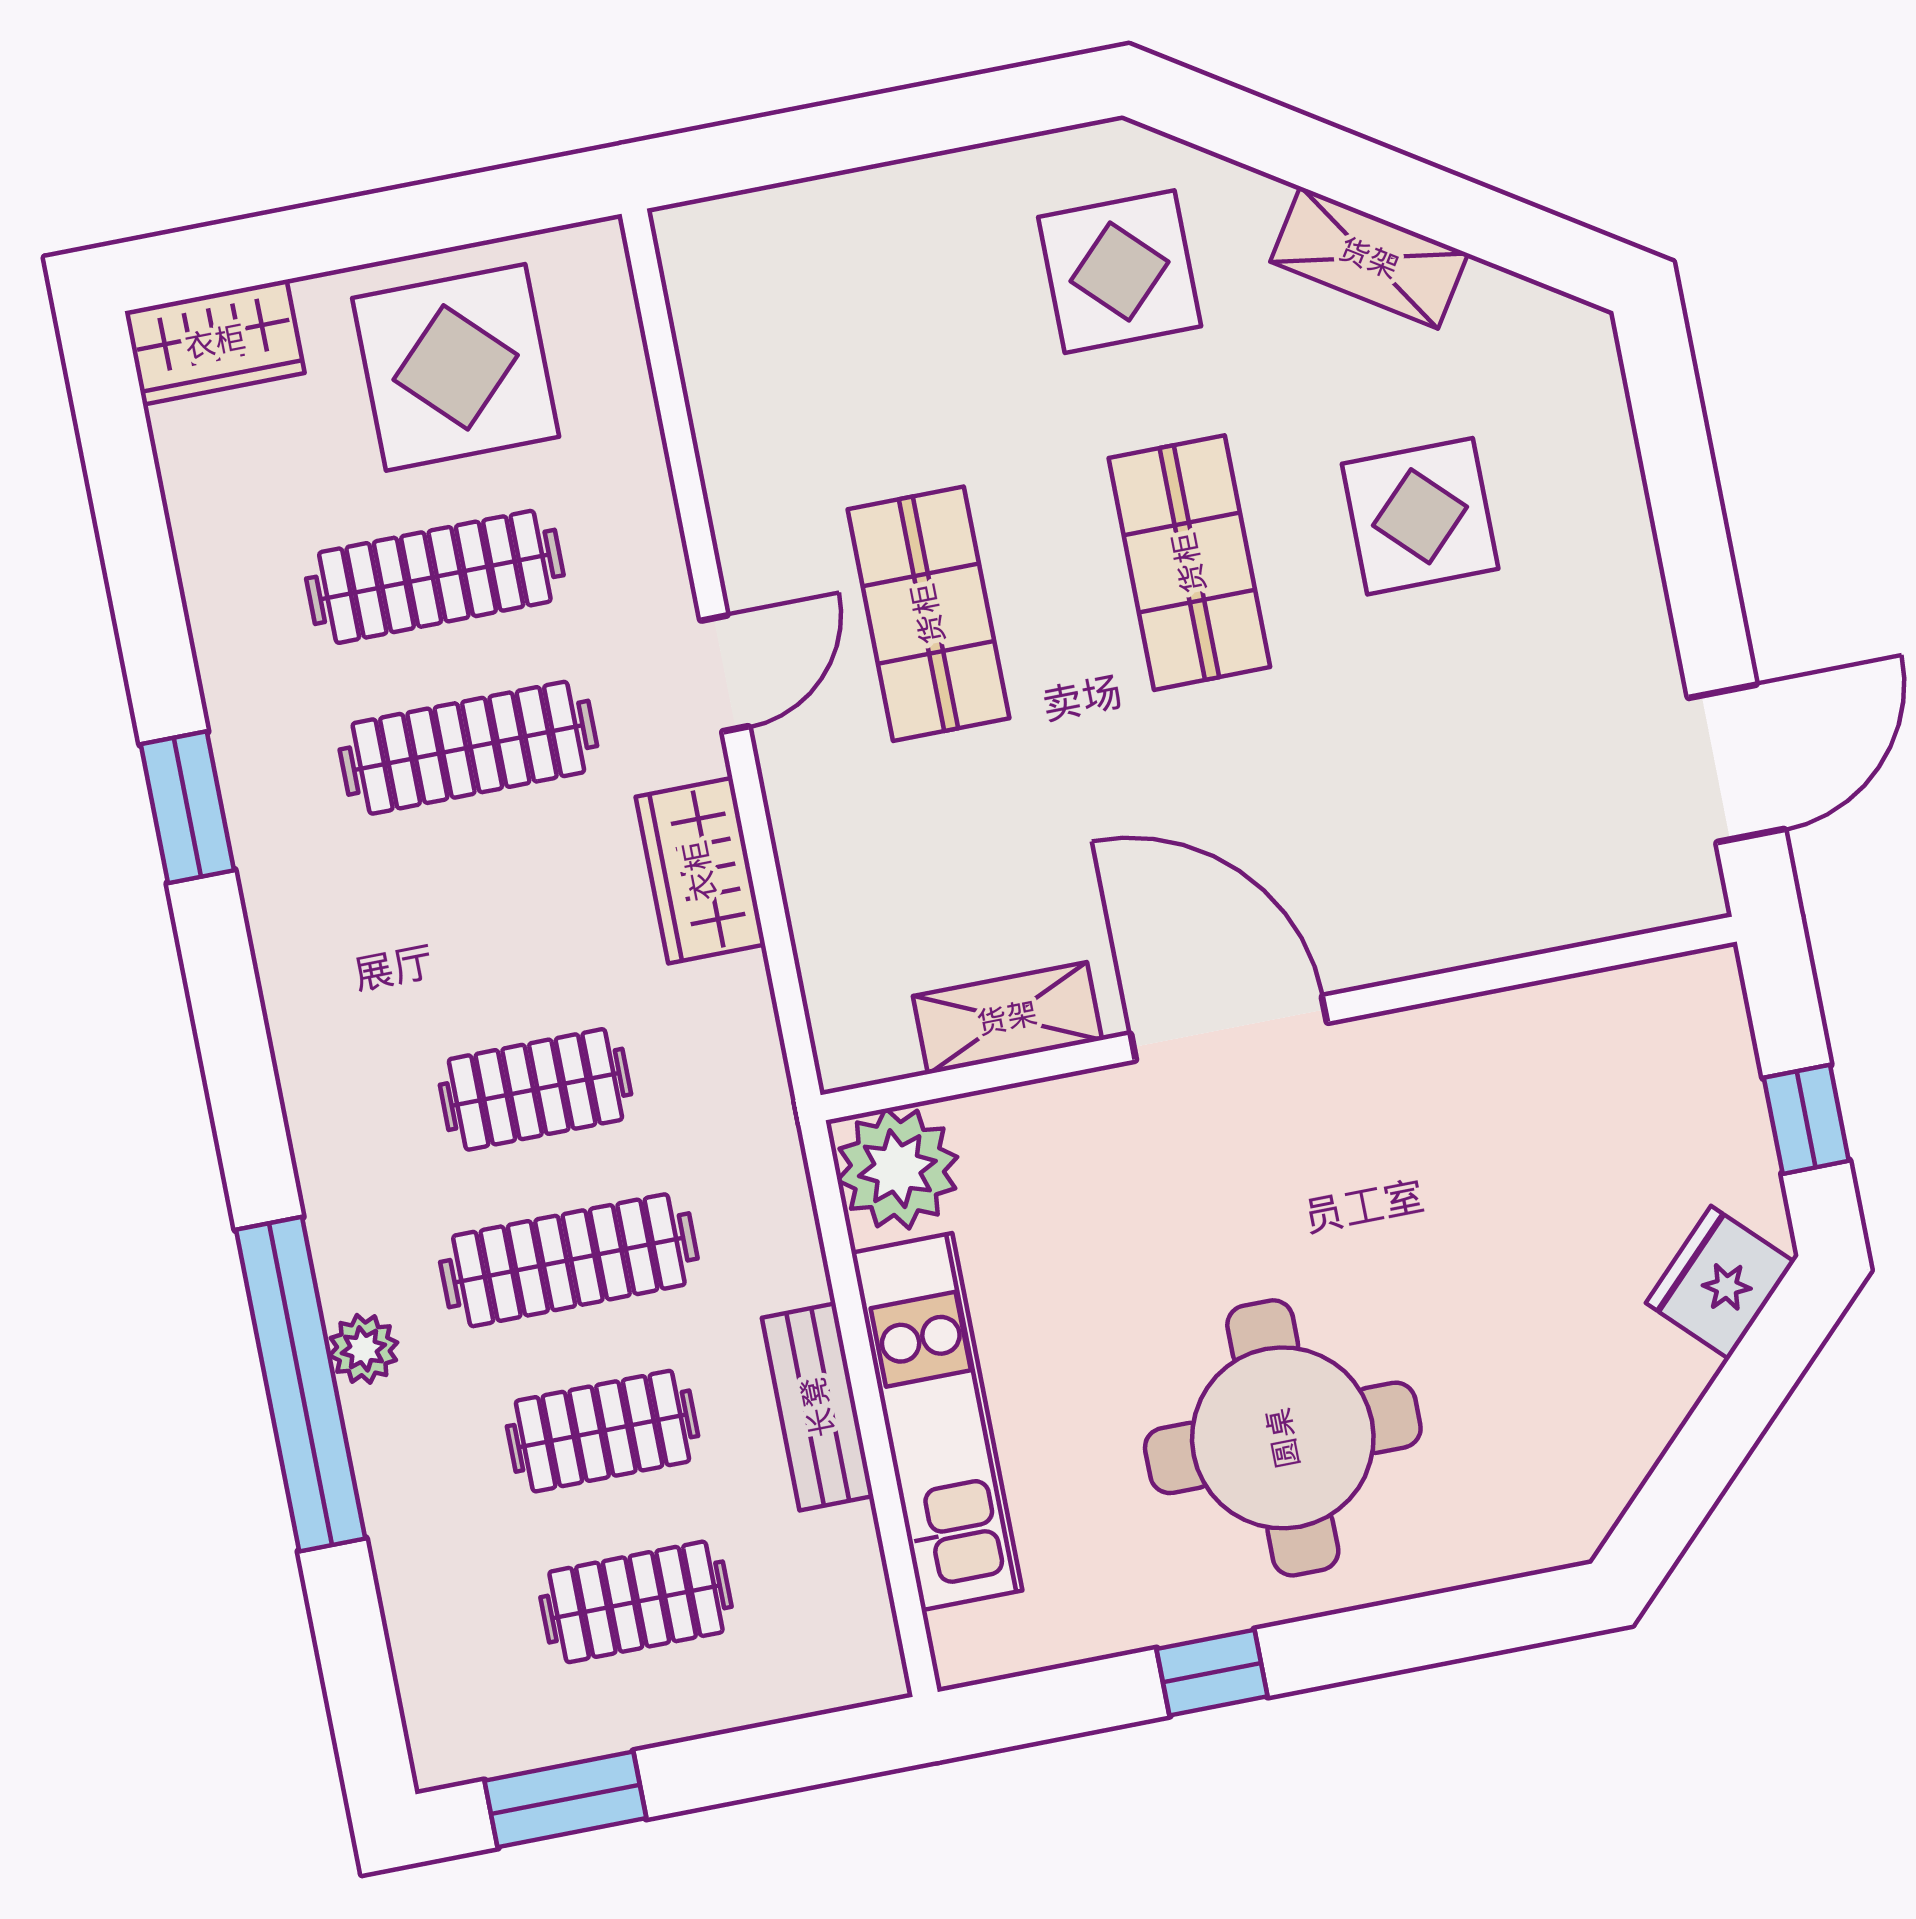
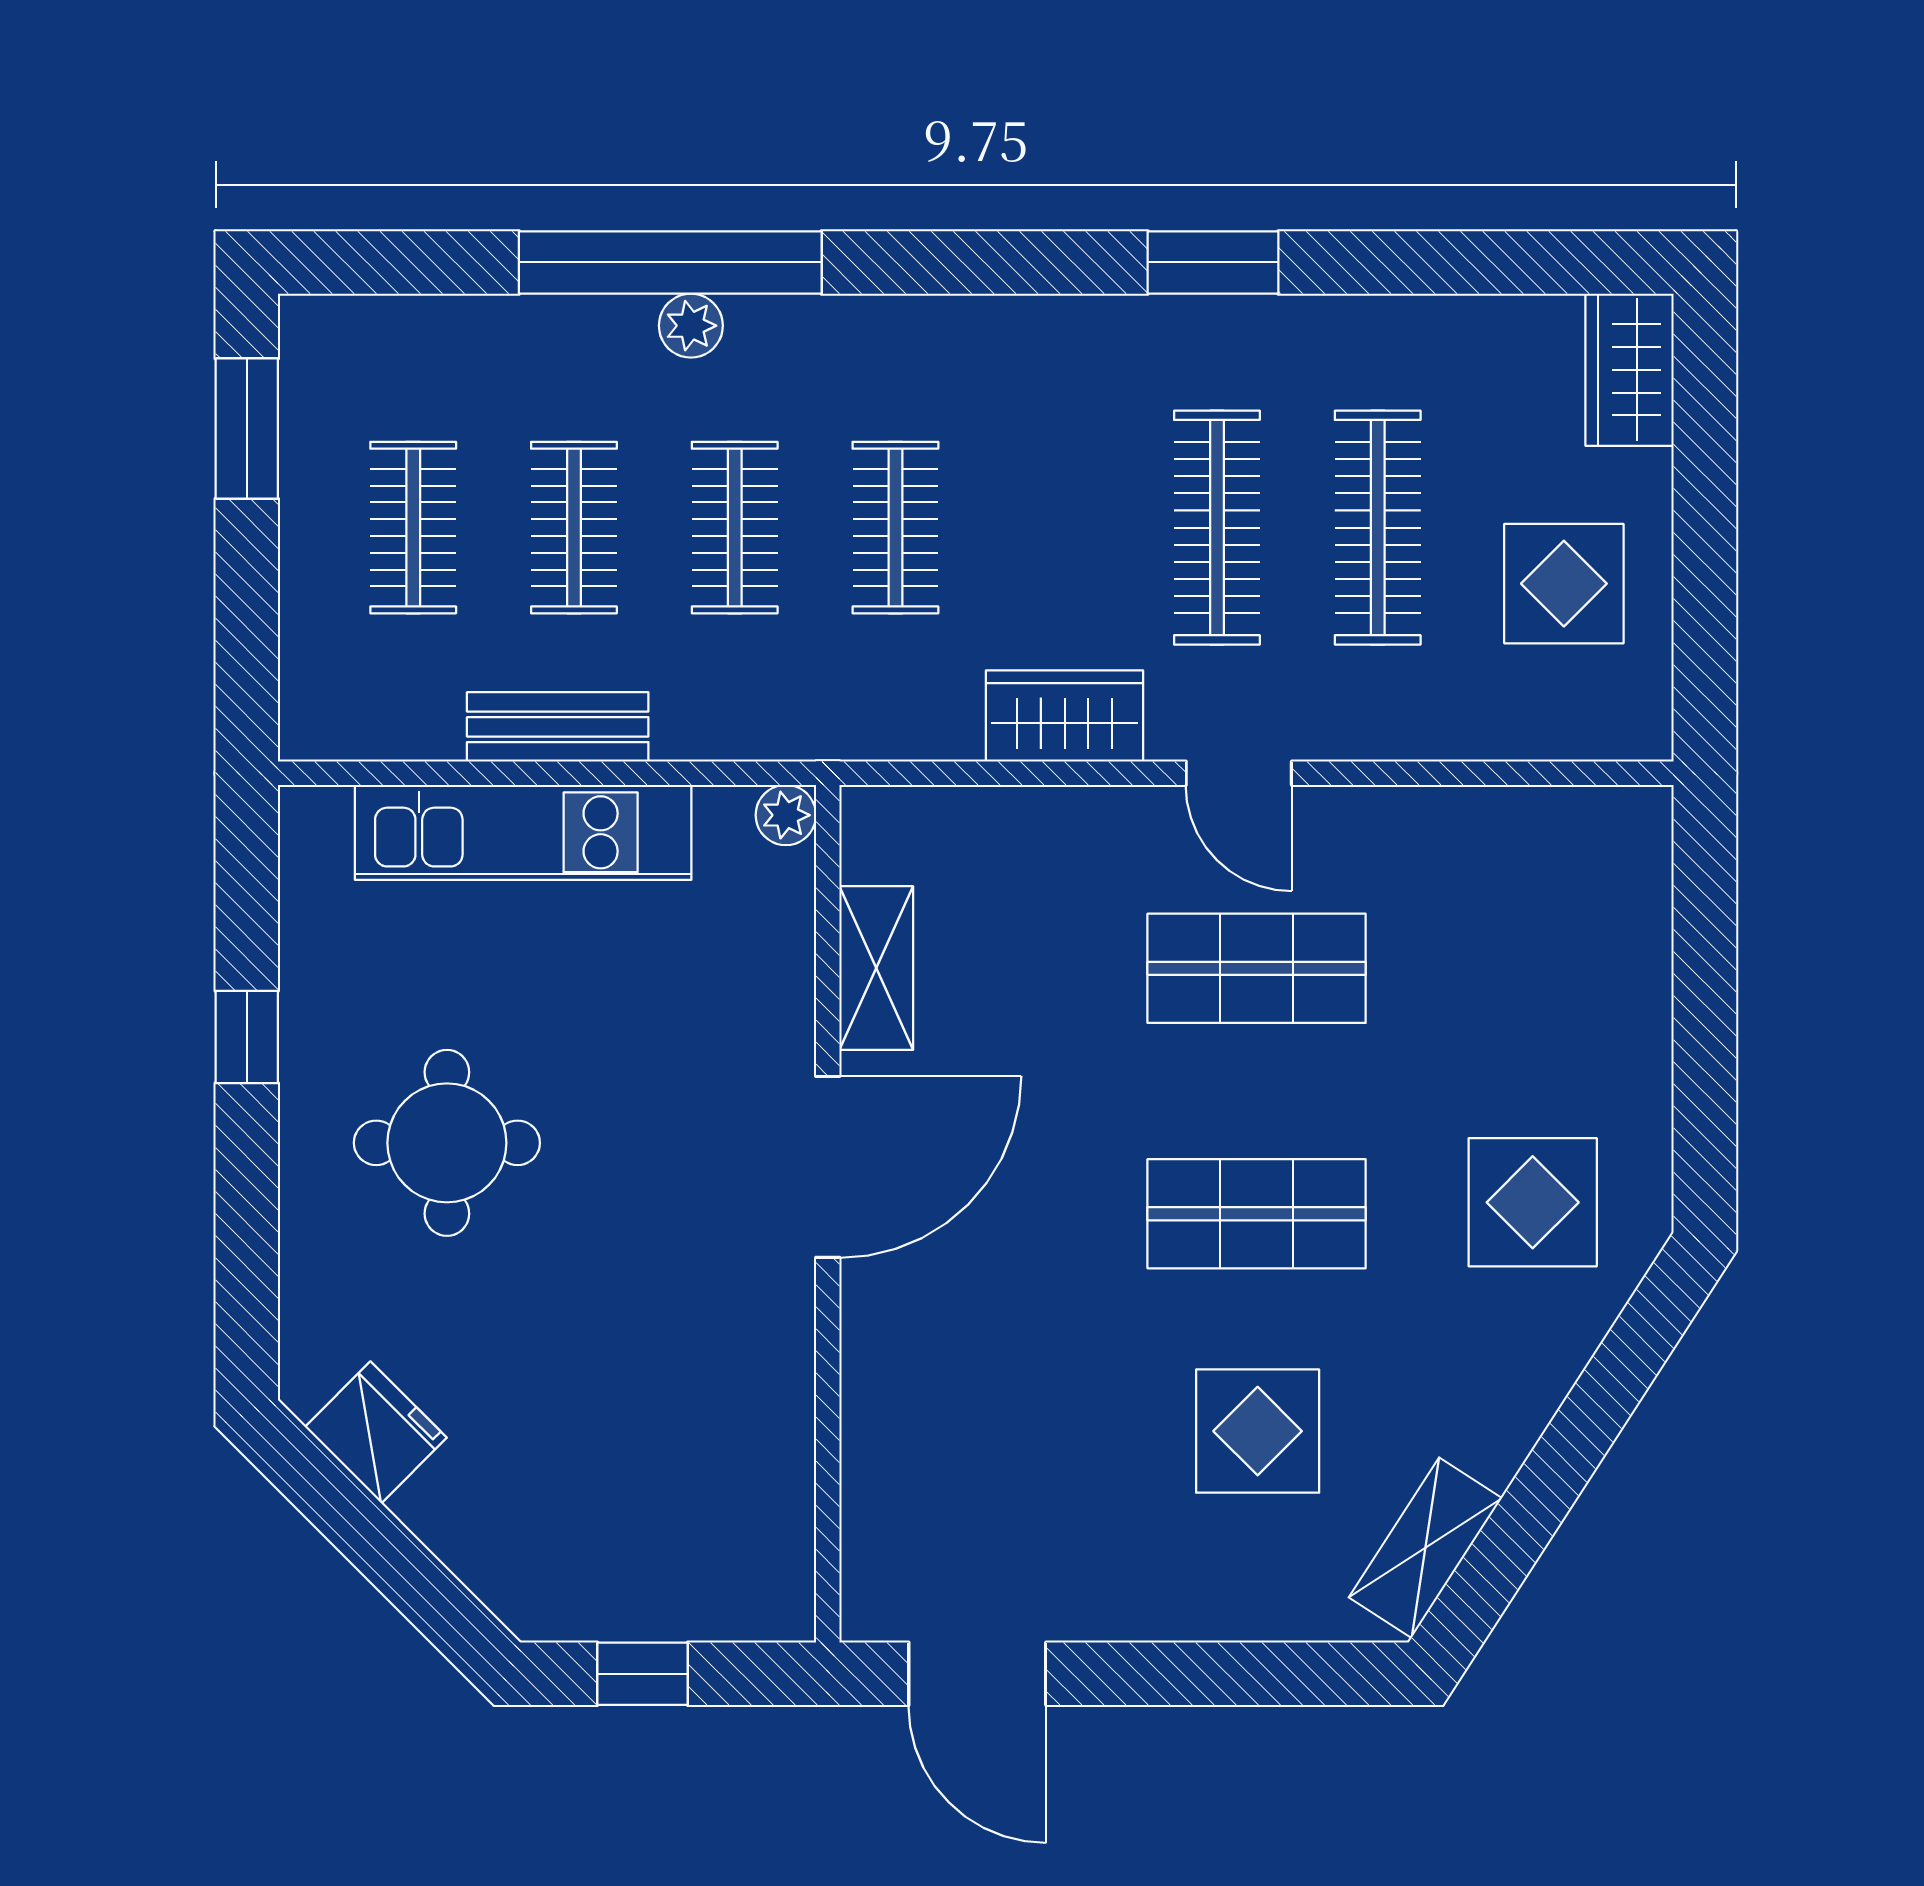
shelving: (1369, 258) -> (1425, 1548), moved
display table: (456, 367) -> (1564, 584), width x0.73, depth x0.73
plant: (897, 1169) -> (786, 815), width x0.53, depth x0.53
clothes rail: (569, 1260) -> (735, 528), width x0.73
fridge: (1720, 1282) -> (376, 1432), moved
round table: (1283, 1438) -> (447, 1143), width x0.73, depth x0.73

